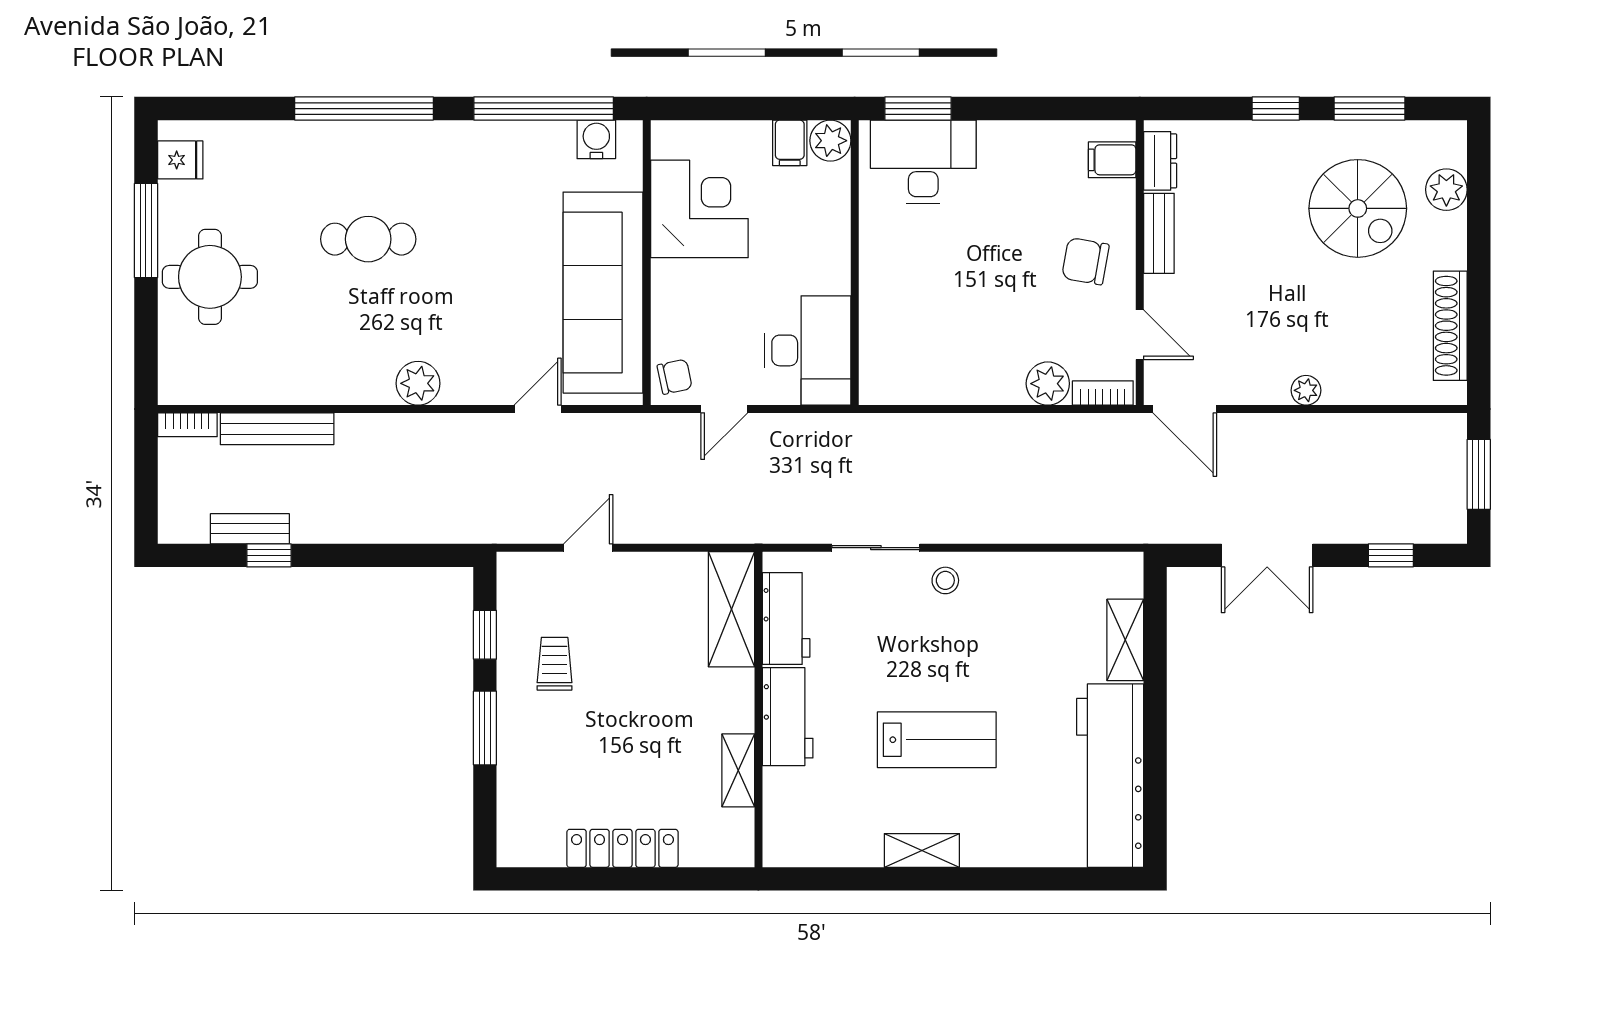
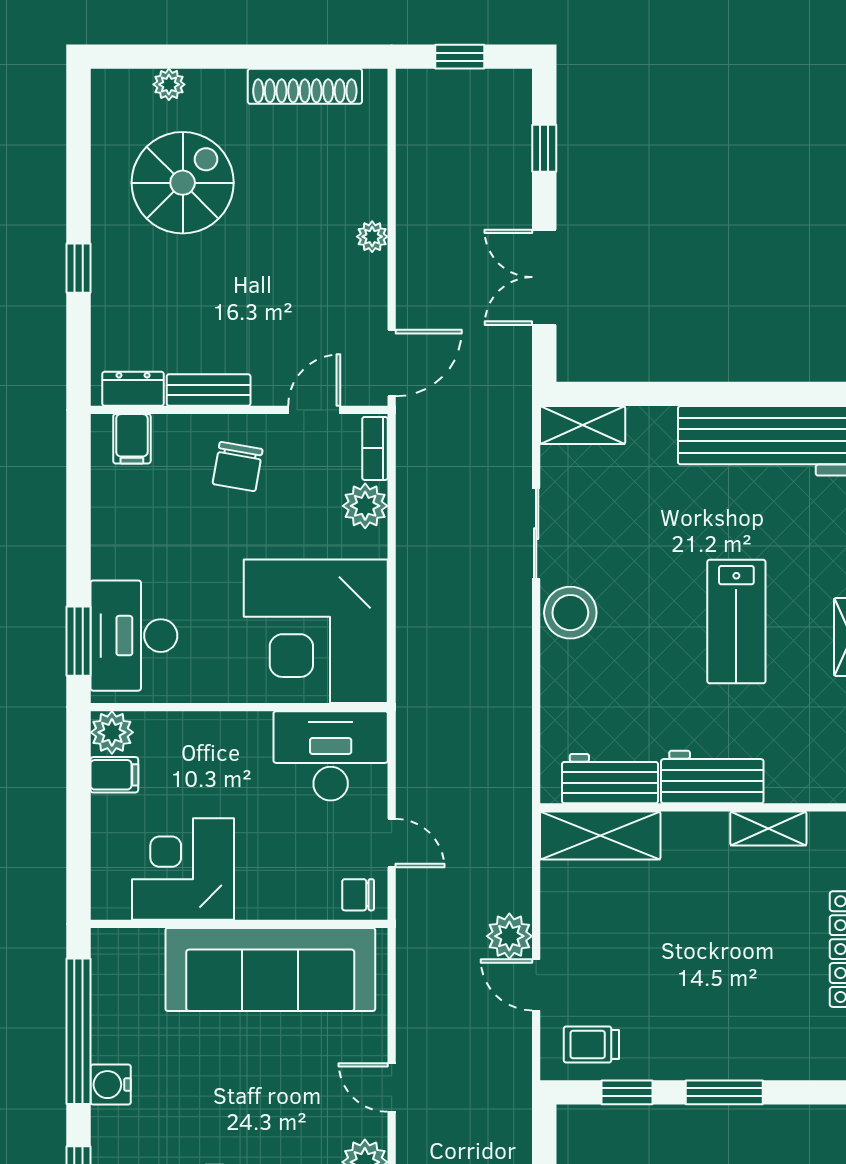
window: (1369, 109) -> (78, 170), removed
water cooler: (596, 139) -> (111, 1085), moved
plant: (1446, 190) -> (169, 84), width x0.73, depth x0.73
corner desk: (927, 336) -> (316, 631), added
chair: (675, 377) -> (358, 895), turned -78
door: (538, 409) -> (392, 1088), moved
window: (1479, 474) -> (460, 57), width x0.67
plant: (635, 522) -> (509, 936), added
sliding door: (876, 548) -> (536, 534), moved
double door: (1267, 555) -> (544, 277), swing flipped
stool: (945, 580) -> (570, 613), width x1.89, depth x1.89
shelving: (1125, 640) -> (583, 425), moved
trolley: (555, 664) -> (591, 1045), moved
lab bench: (937, 740) -> (736, 622), turned 180

